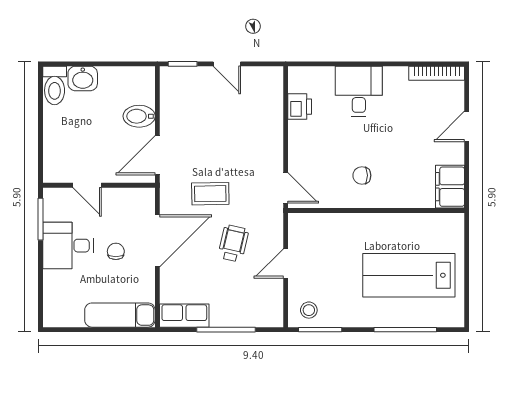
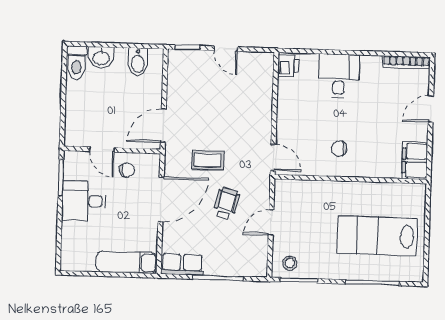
printer: (300, 107) -> (288, 66), moved
bidet: (139, 116) -> (138, 62), moved, turned -90
chair: (116, 251) -> (127, 170), moved, turned 72

